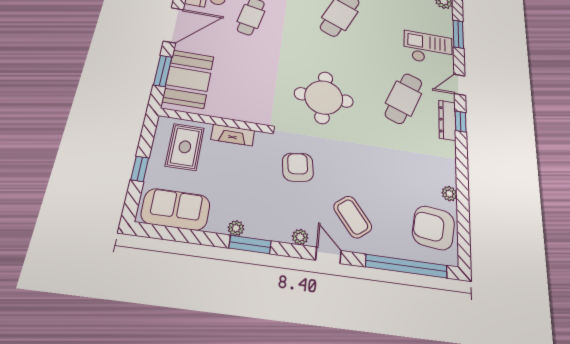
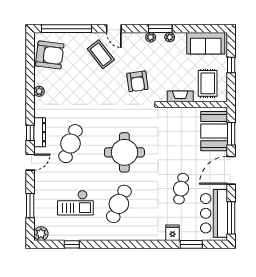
checkout: (428, 48) -> (75, 203), moved
round table: (324, 97) -> (124, 152), moved
plant: (449, 194) -> (39, 91), moved
plant: (300, 237) -> (151, 37), moved

